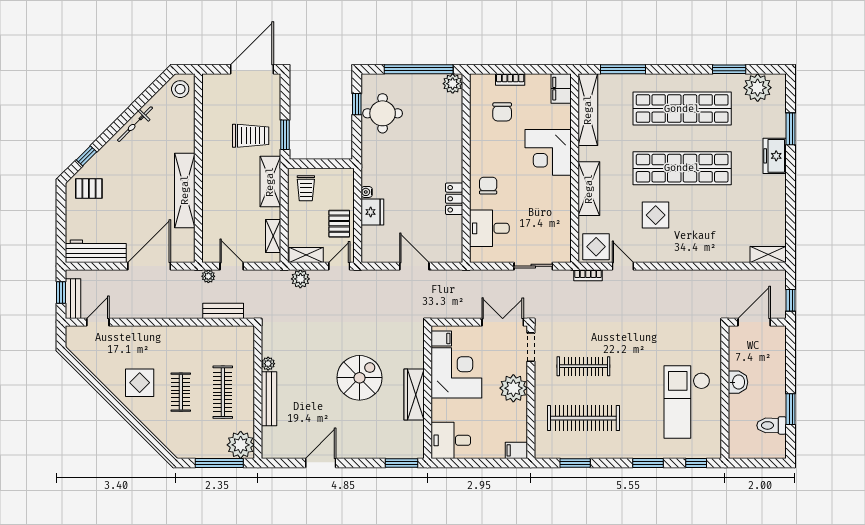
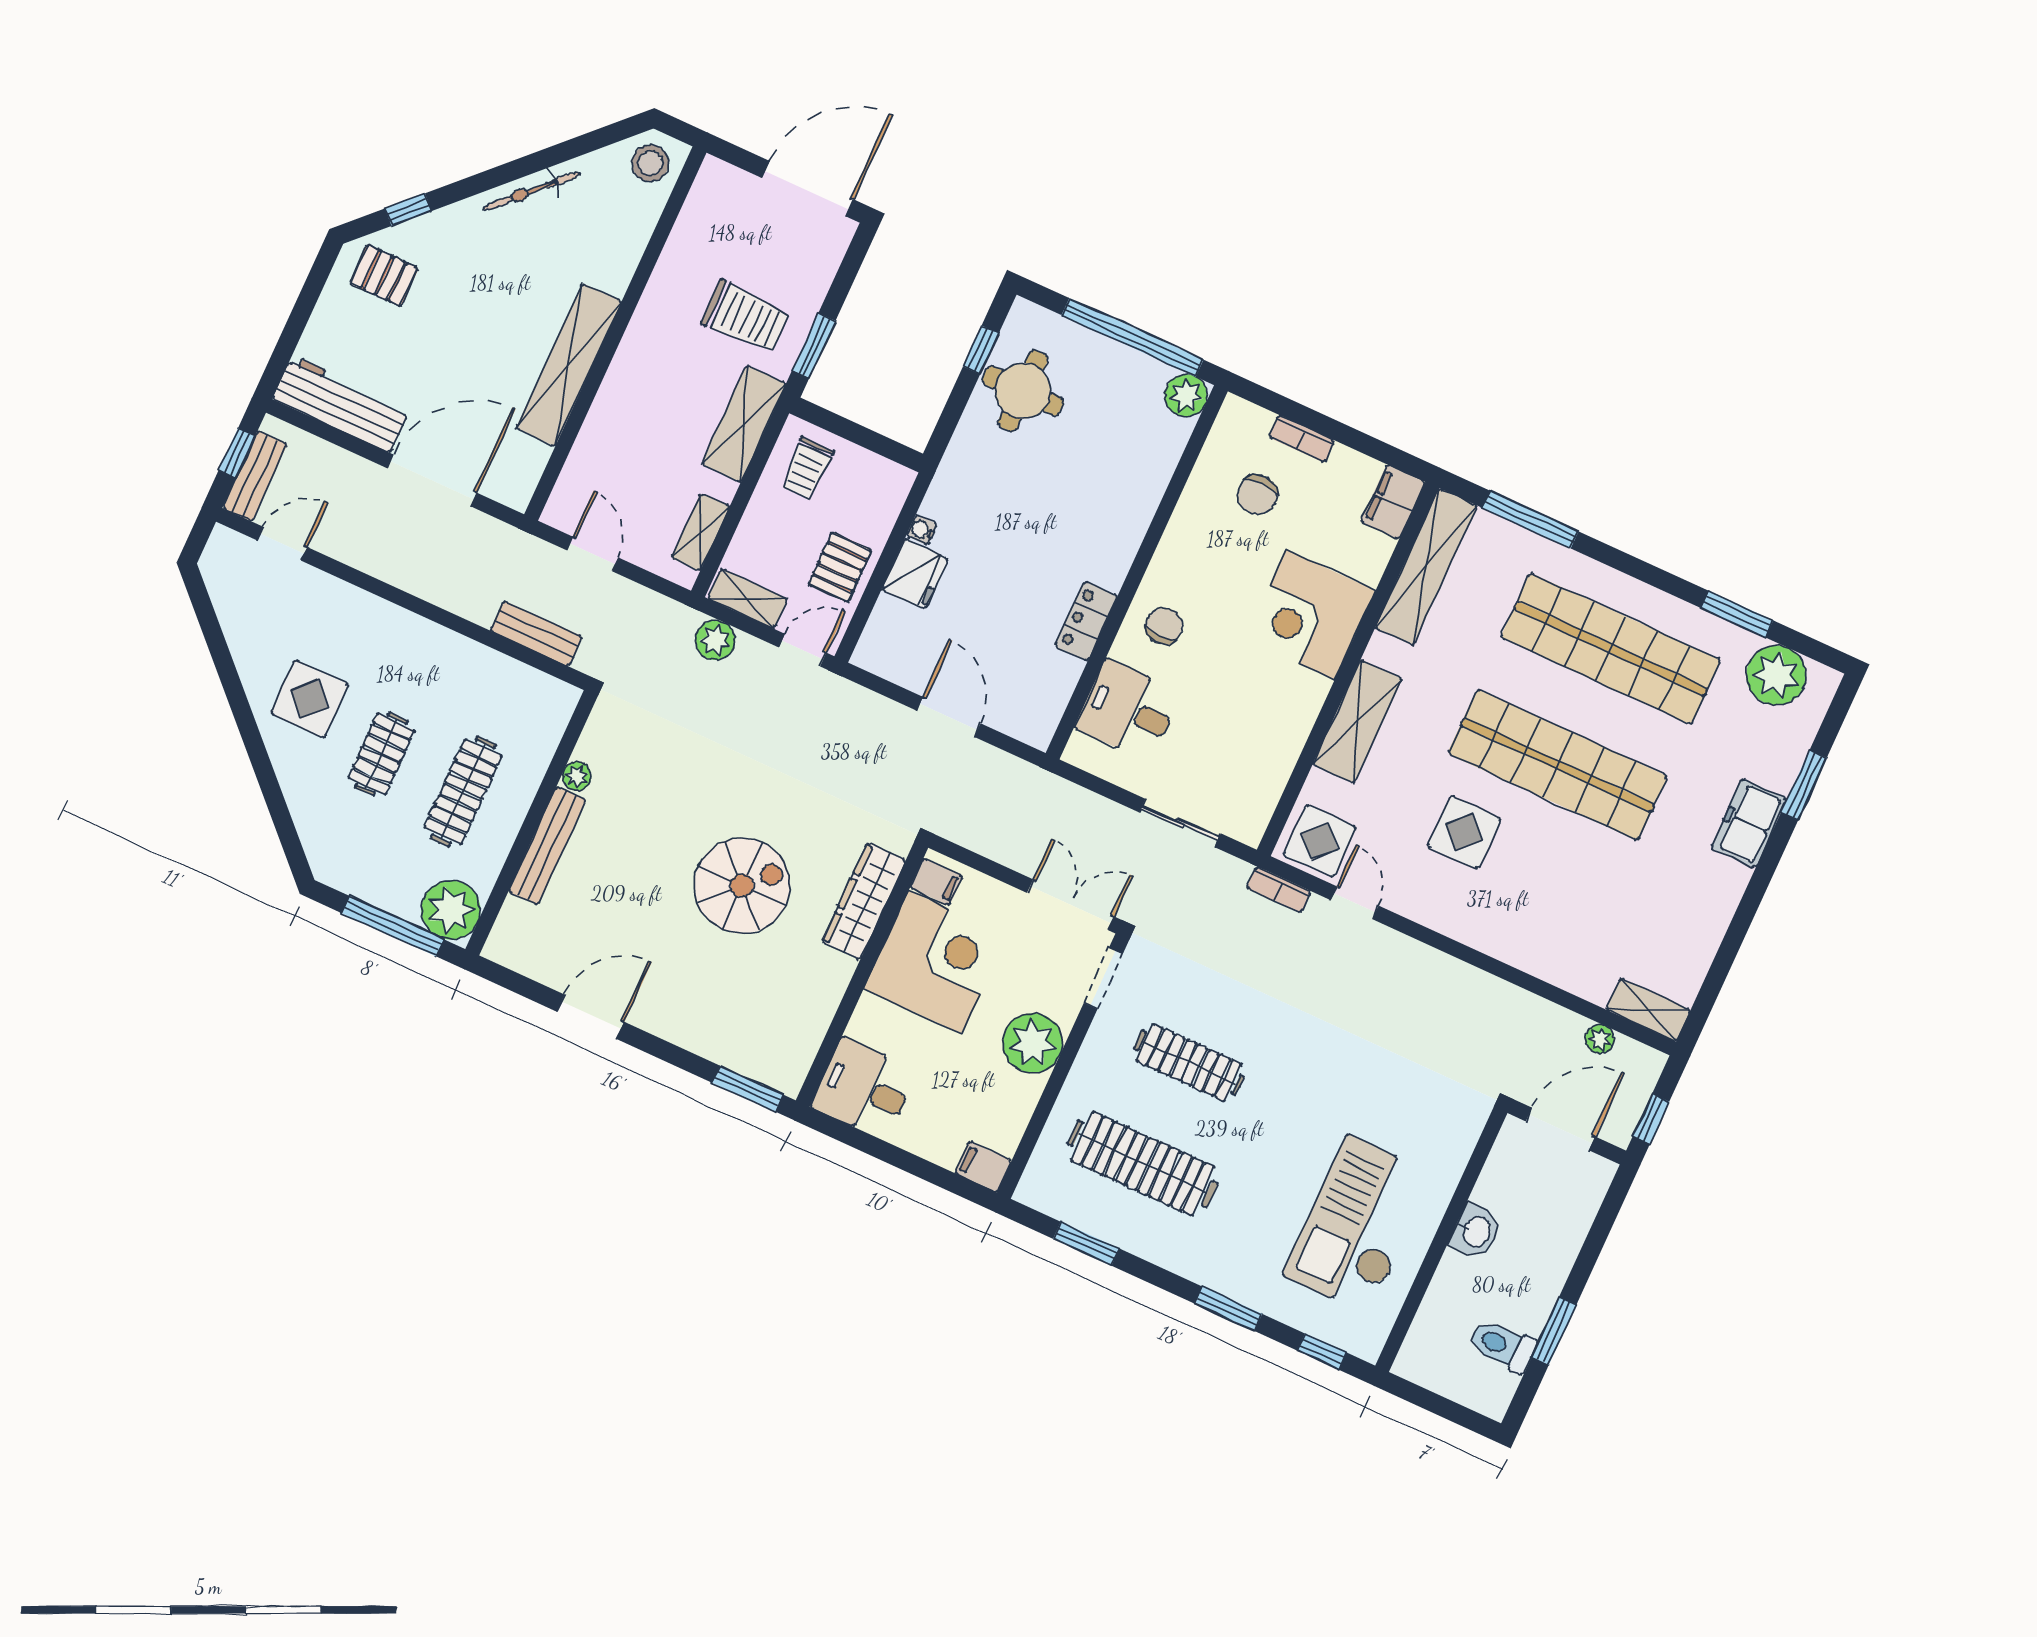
plant: (208, 276) -> (1600, 1039), moved
wardrobe: (414, 395) -> (864, 901), moved

